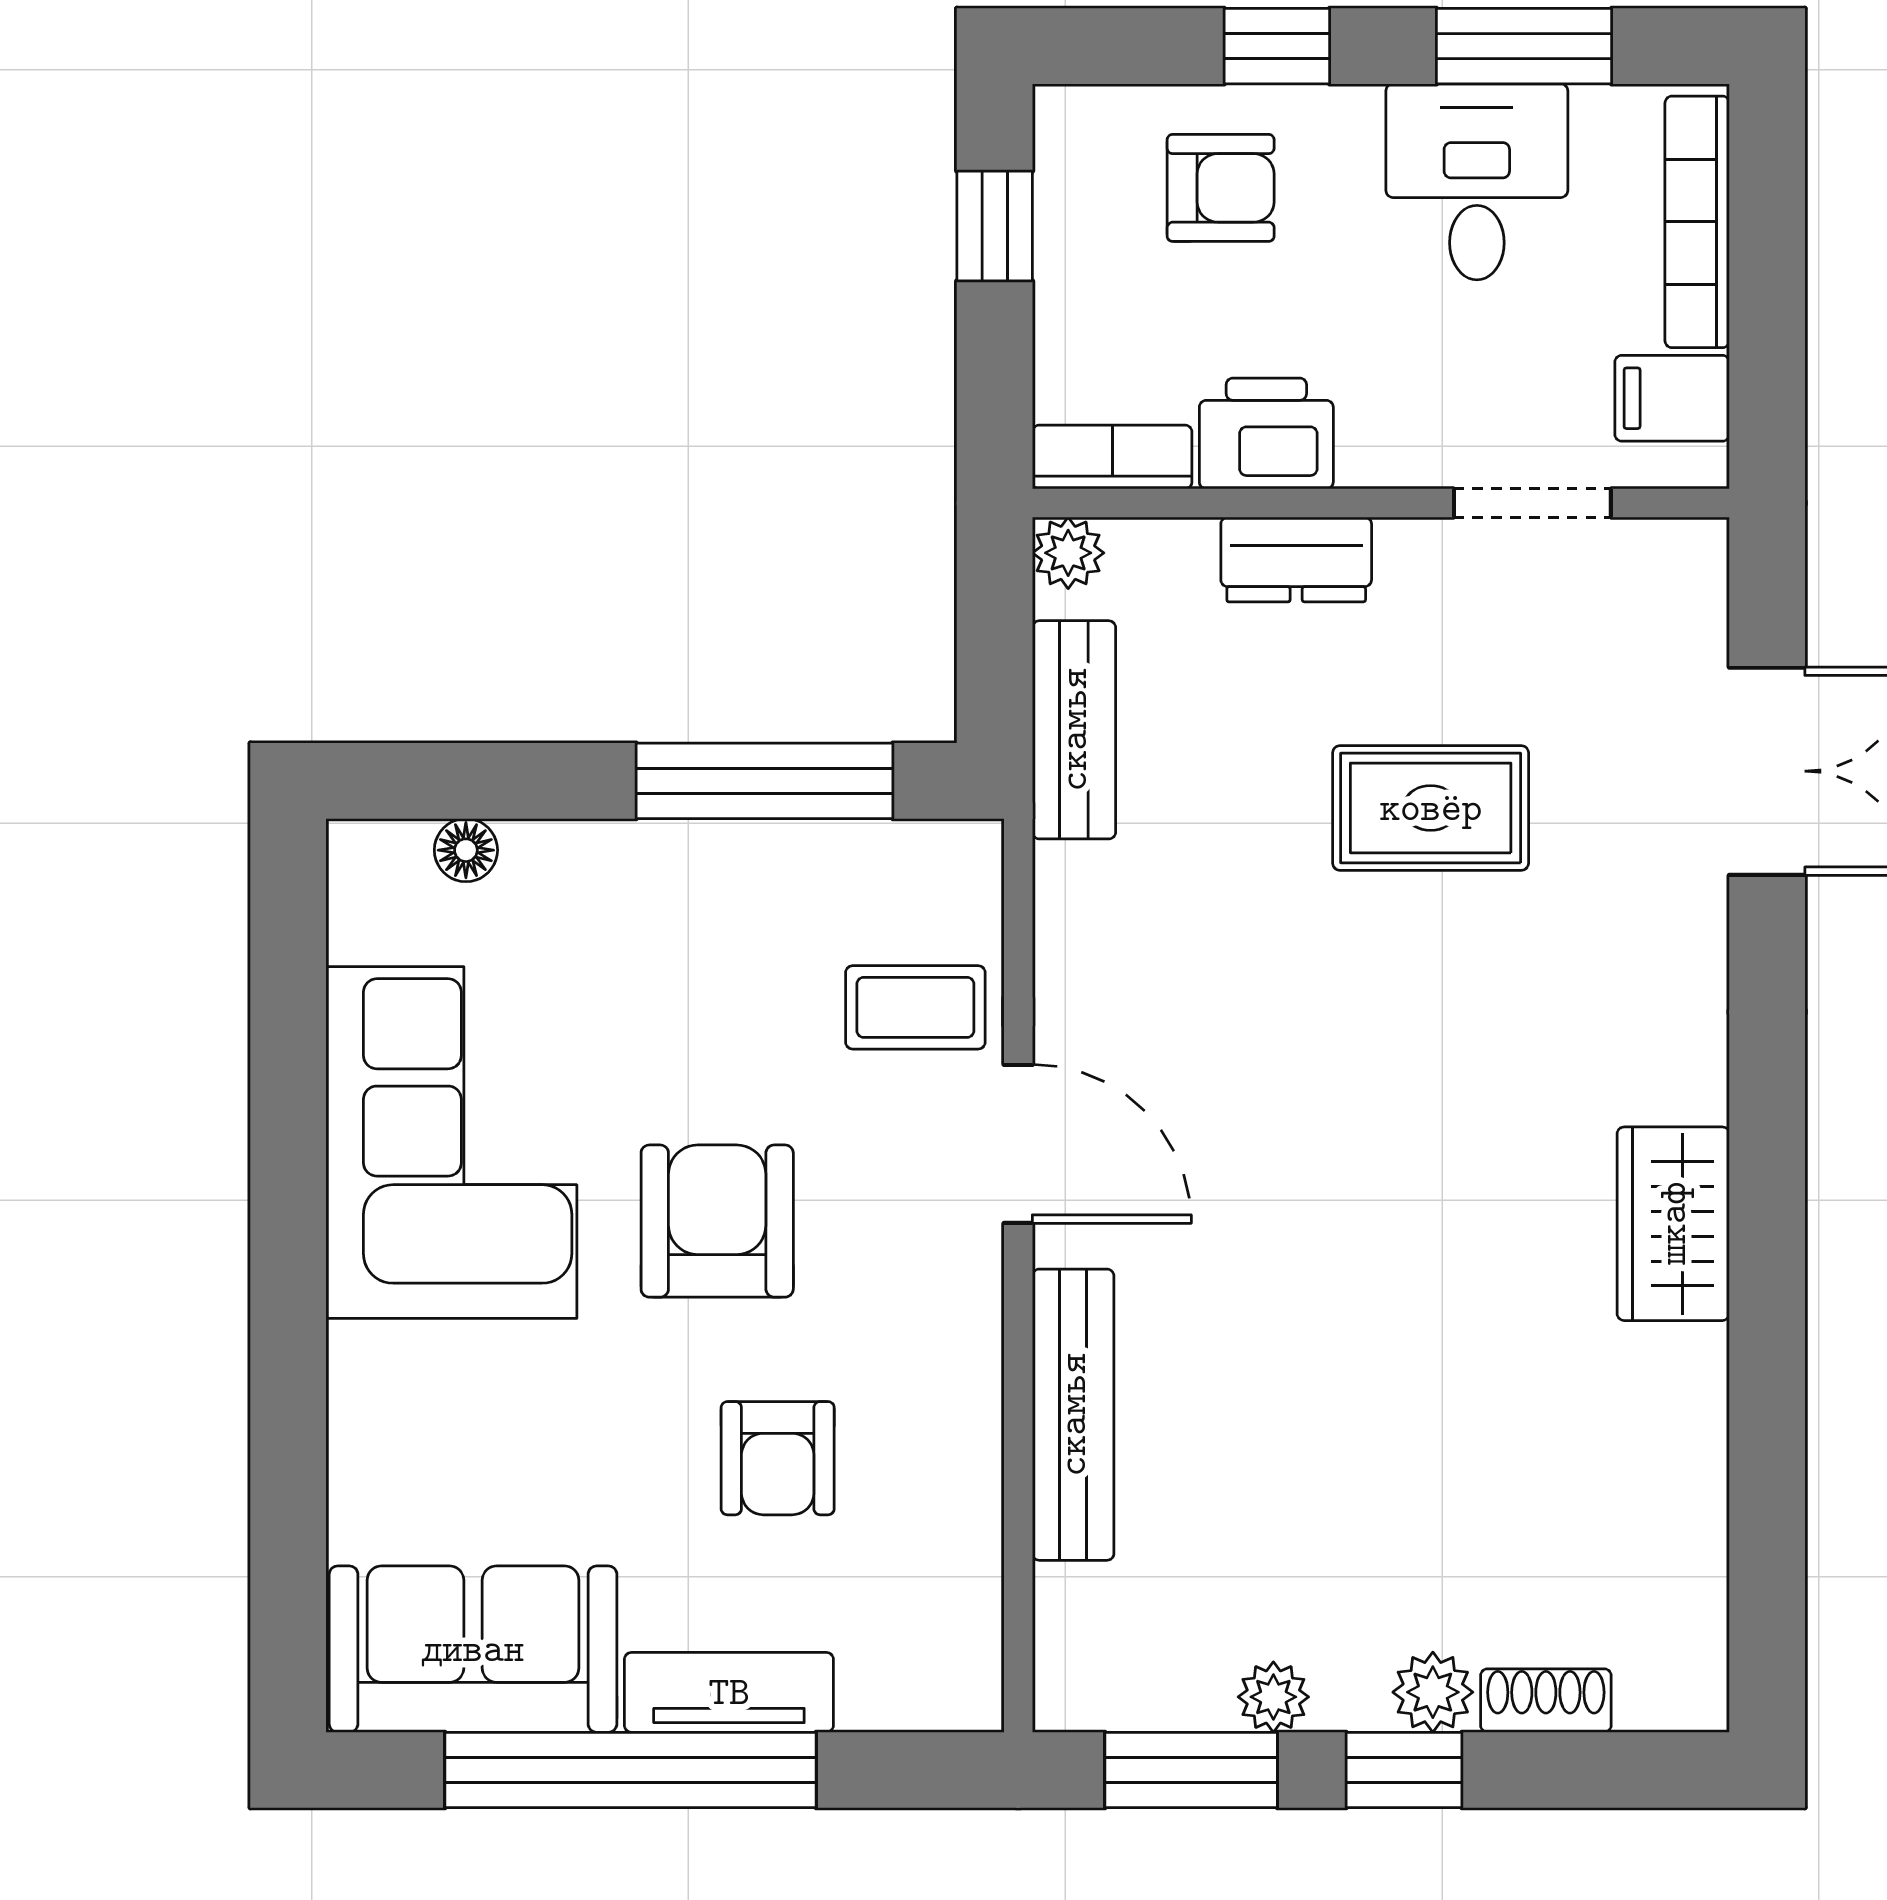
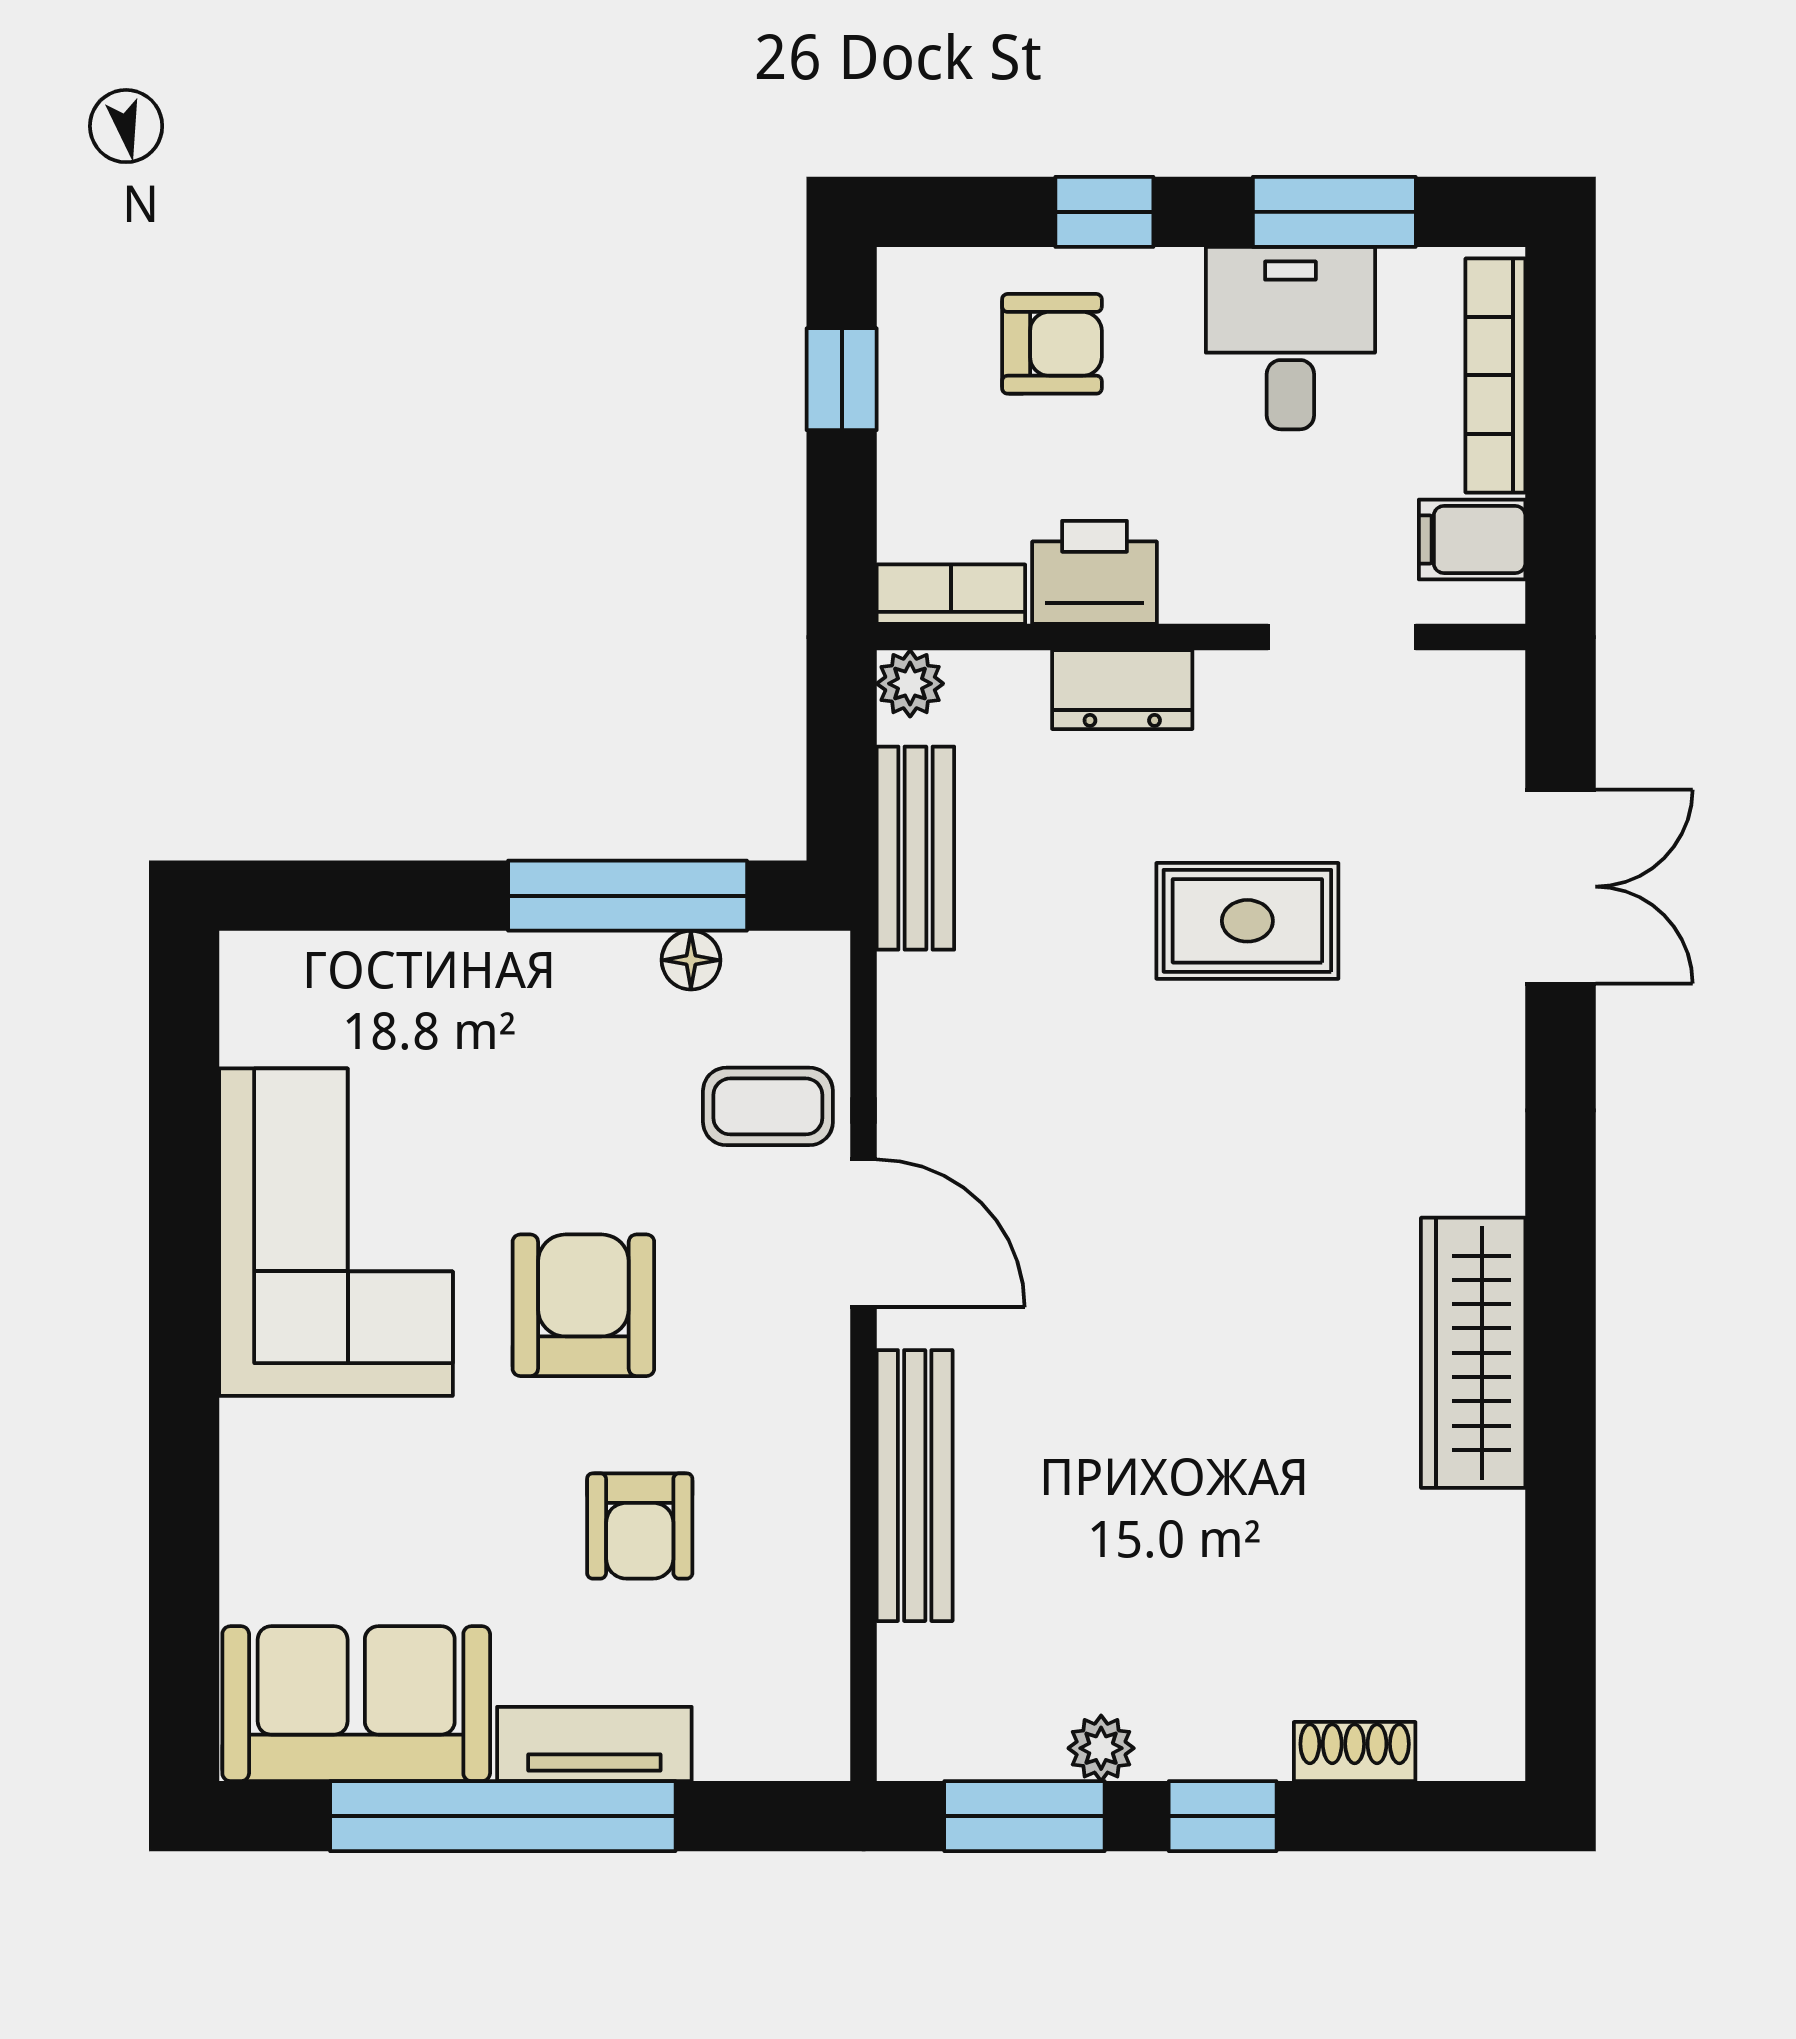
floor lamp: (466, 850) -> (691, 960), moved
wardrobe: (1673, 1224) -> (1473, 1353), width x1.50
plant: (1433, 1692) -> (1249, 1744), removed

